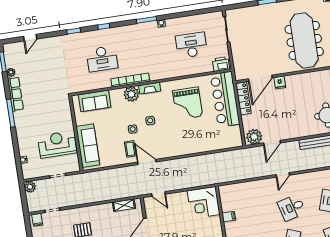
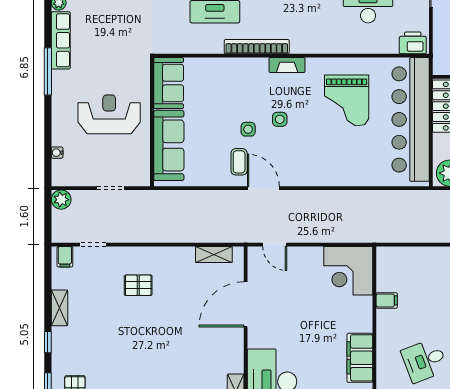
plant: (131, 94) -> (255, 70), removed
bar counter: (225, 99) -> (411, 119), width x1.36
sofa: (95, 101) -> (169, 83), moved, turned -90
reception desk: (57, 144) -> (109, 114), moved

